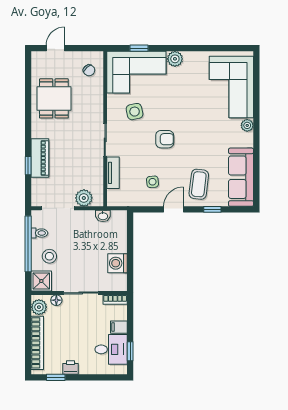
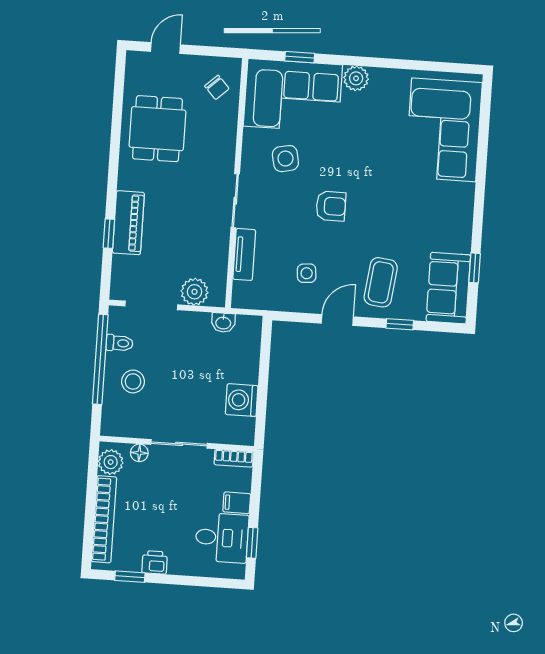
plant: (247, 125) -> (465, 193), removed
window: (256, 171) -> (475, 268), added
sofa: (241, 177) -> (448, 288), width x0.73
shower: (41, 281) -> (117, 420), removed

